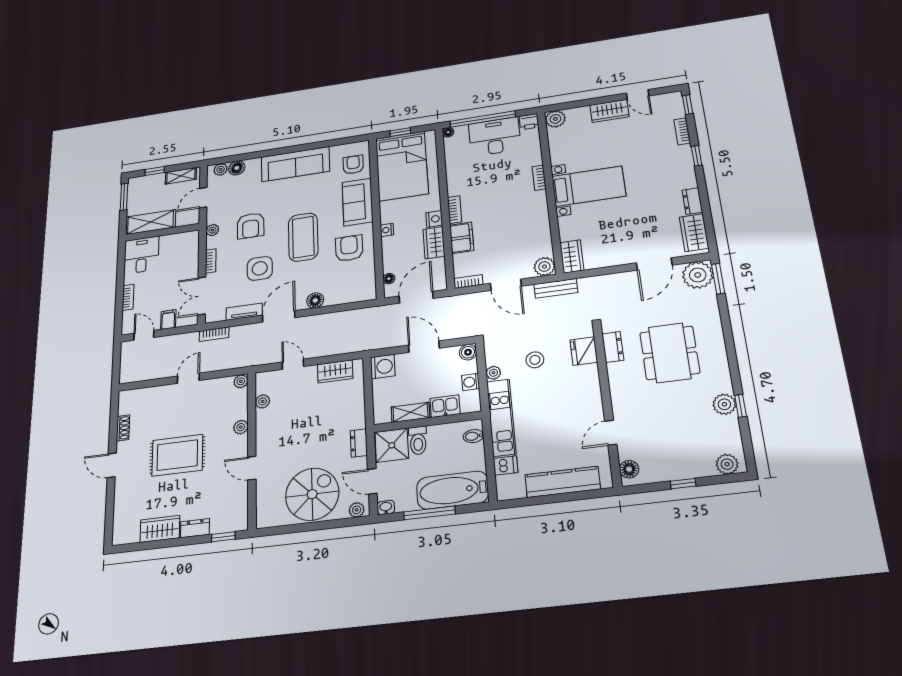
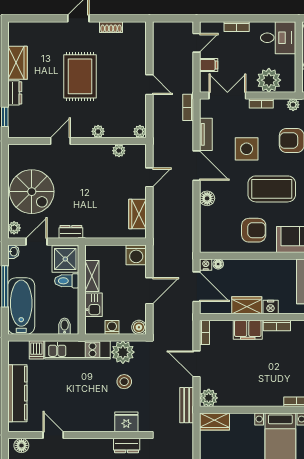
nightstand: (387, 230) -> (206, 265), moved
plant: (186, 257) -> (269, 80), added
door: (506, 285) -> (197, 364), hinge flipped
plant: (493, 373) -> (123, 352), width x1.88, depth x1.88

